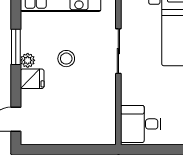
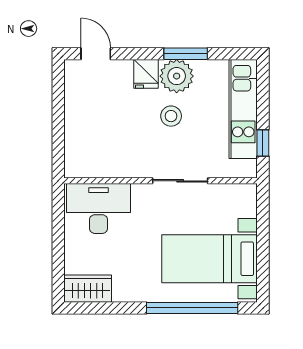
plant: (28, 60) -> (177, 76), width x1.88, depth x1.88
desk: (141, 124) -> (99, 209), width x1.37

